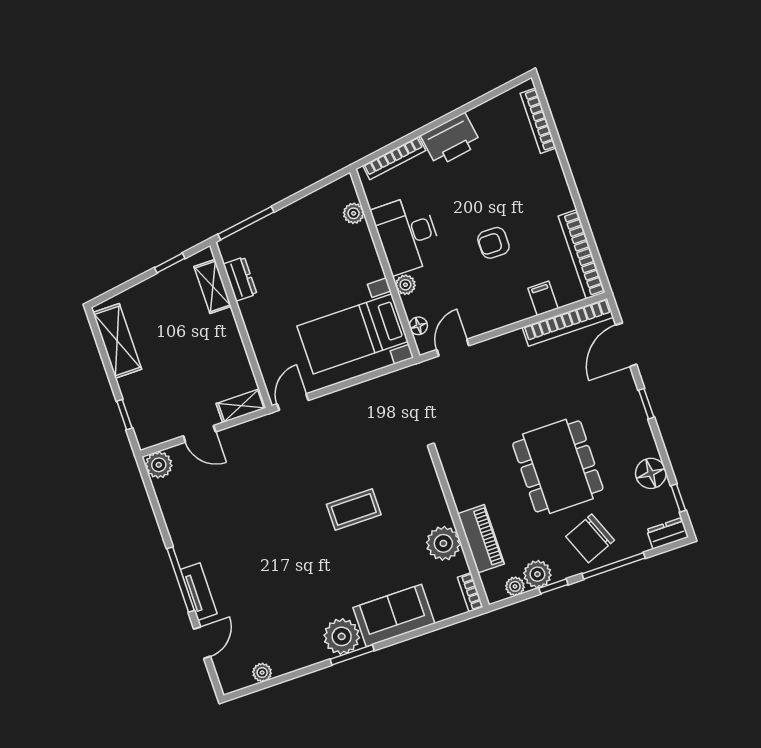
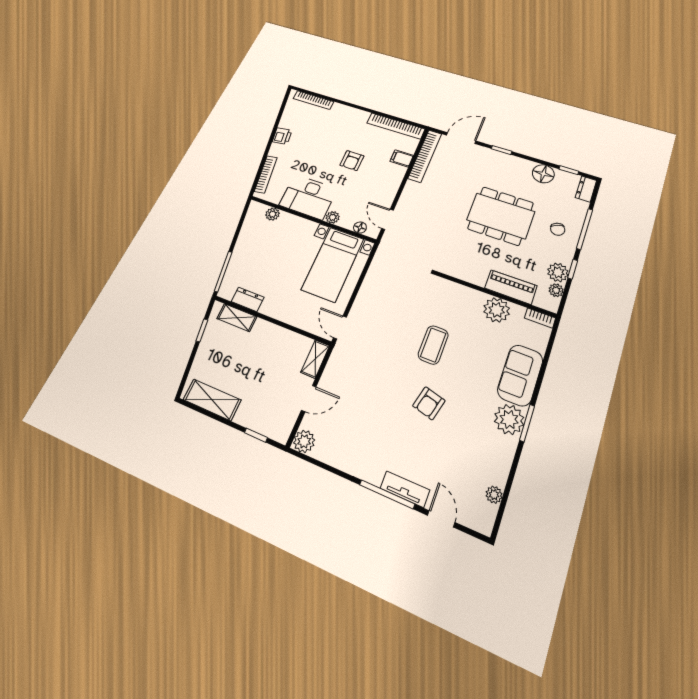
printer: (451, 140) -> (282, 136), width x0.53, depth x0.68
door: (626, 345) -> (461, 138), swing flipped
chair: (590, 538) -> (558, 229), width x0.54, depth x0.54
armchair: (293, 551) -> (429, 403), added

